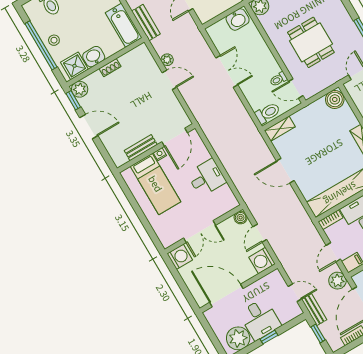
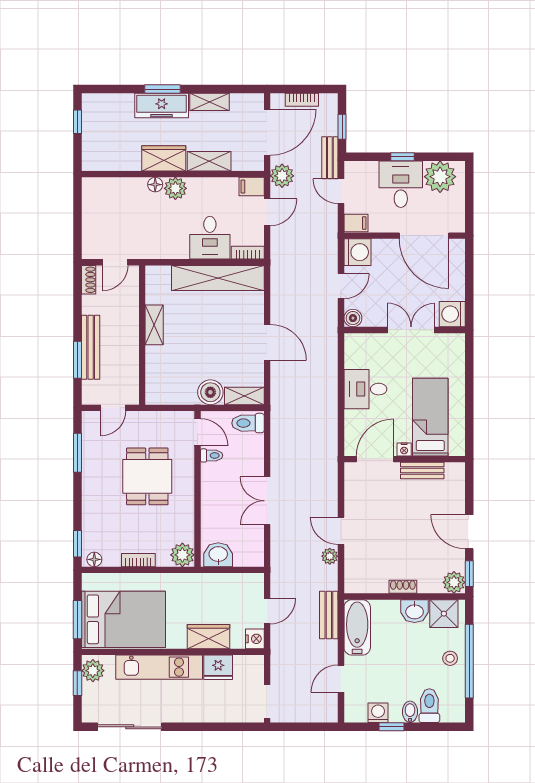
boiler: (335, 99) -> (210, 392), moved
filing cabinet: (274, 278) -> (356, 223), added

